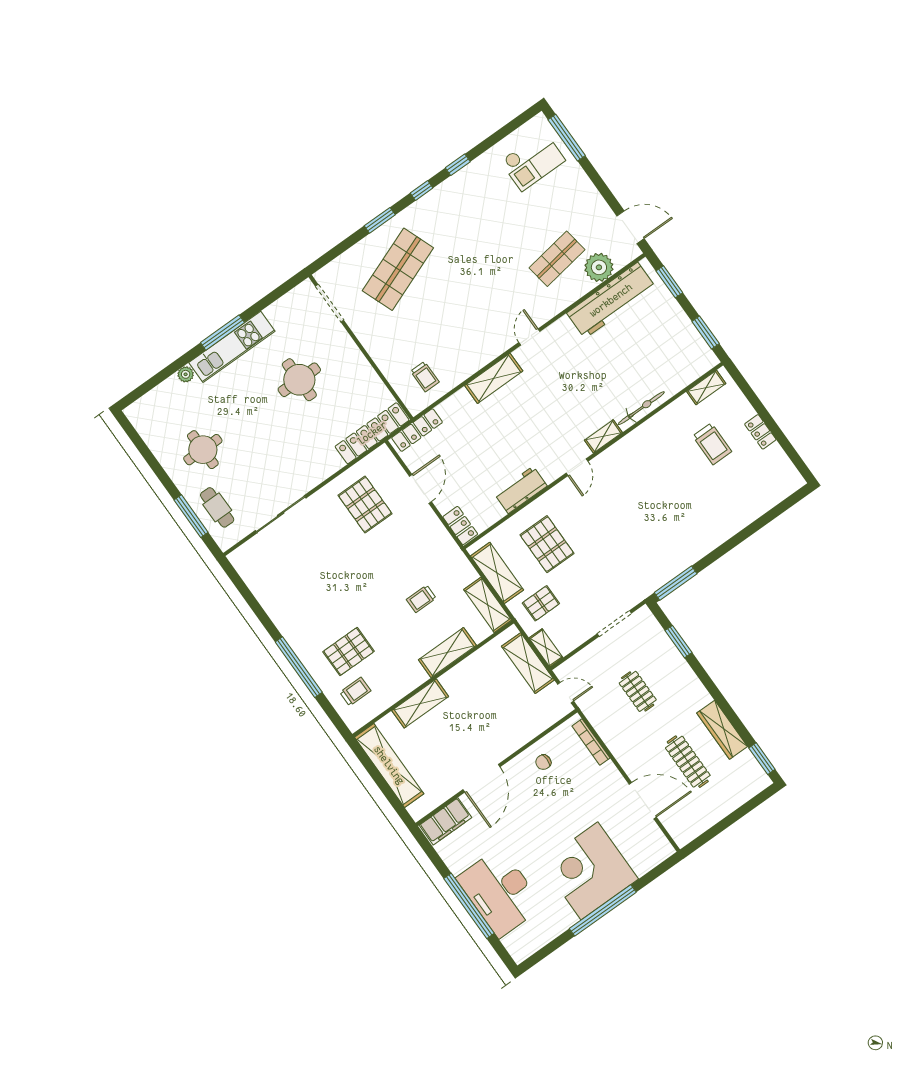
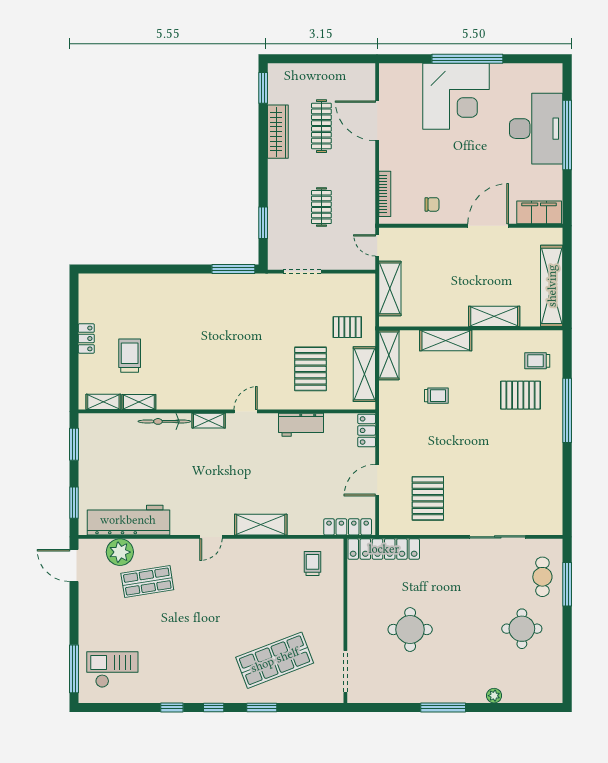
kitchen unit: (232, 347) -> (444, 691), removed
shelving: (546, 648) -> (139, 402), moved, turned 90

